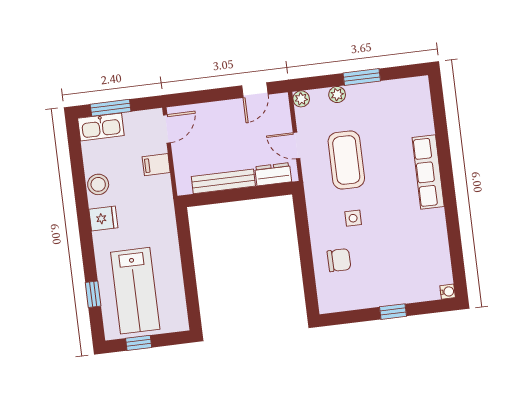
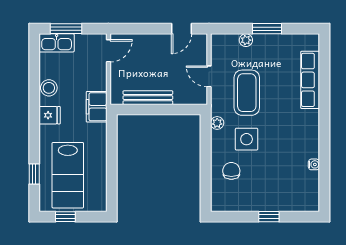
plant: (301, 99) -> (217, 123), moved
filing cabinet: (156, 165) -> (97, 107), moved, width x2.00
row of seats: (428, 172) -> (310, 80), moved
dresser: (273, 174) -> (188, 97), removed
side table: (353, 218) -> (247, 139), width x1.87, depth x1.87
chair: (339, 260) -> (231, 171), turned -90
water cooler: (448, 292) -> (314, 164), moved

